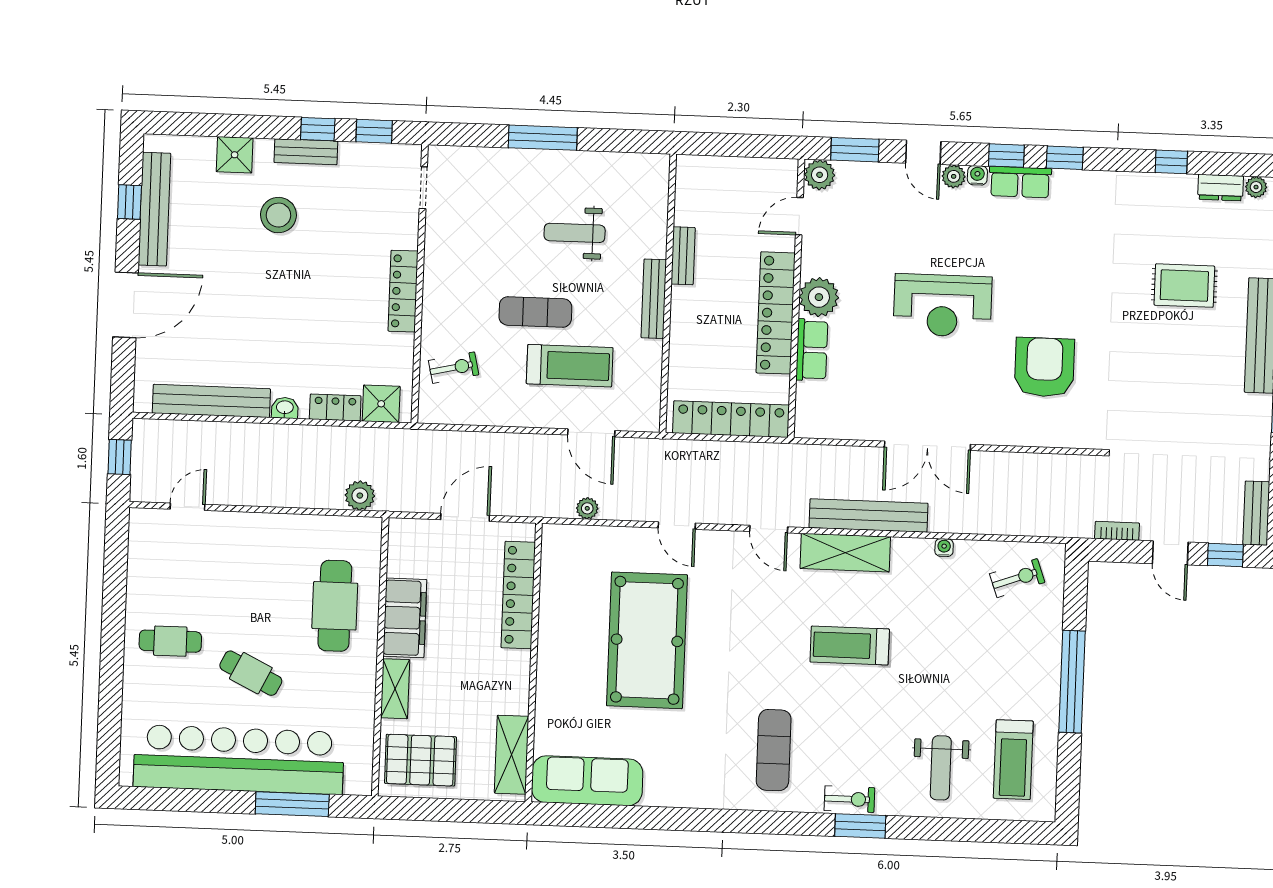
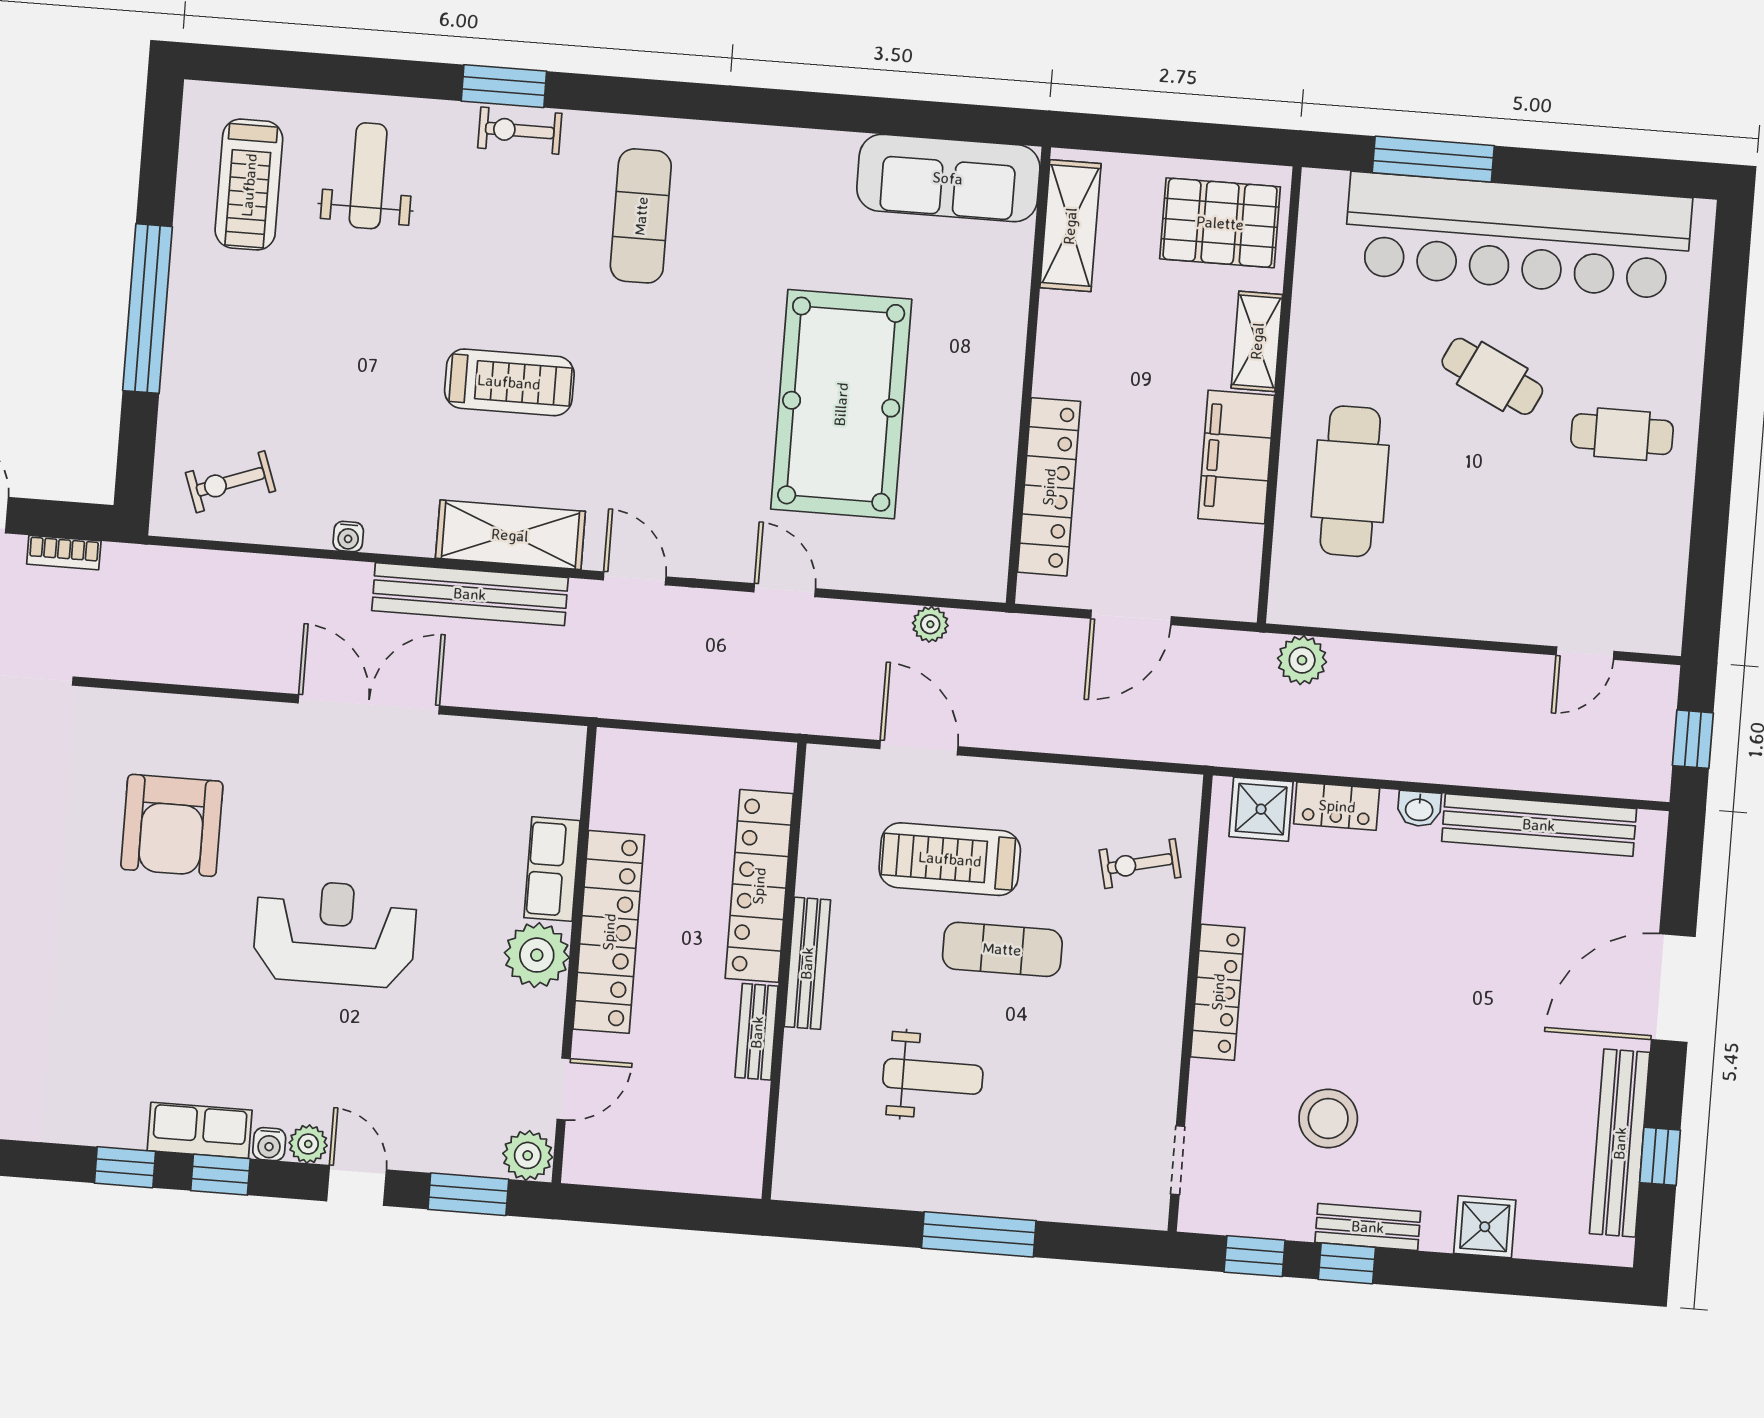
stool: (278, 215) -> (1328, 1118), moved
locker: (731, 419) -> (759, 886), moved, turned 90
treadmill: (1013, 760) -> (249, 185), turned 180

